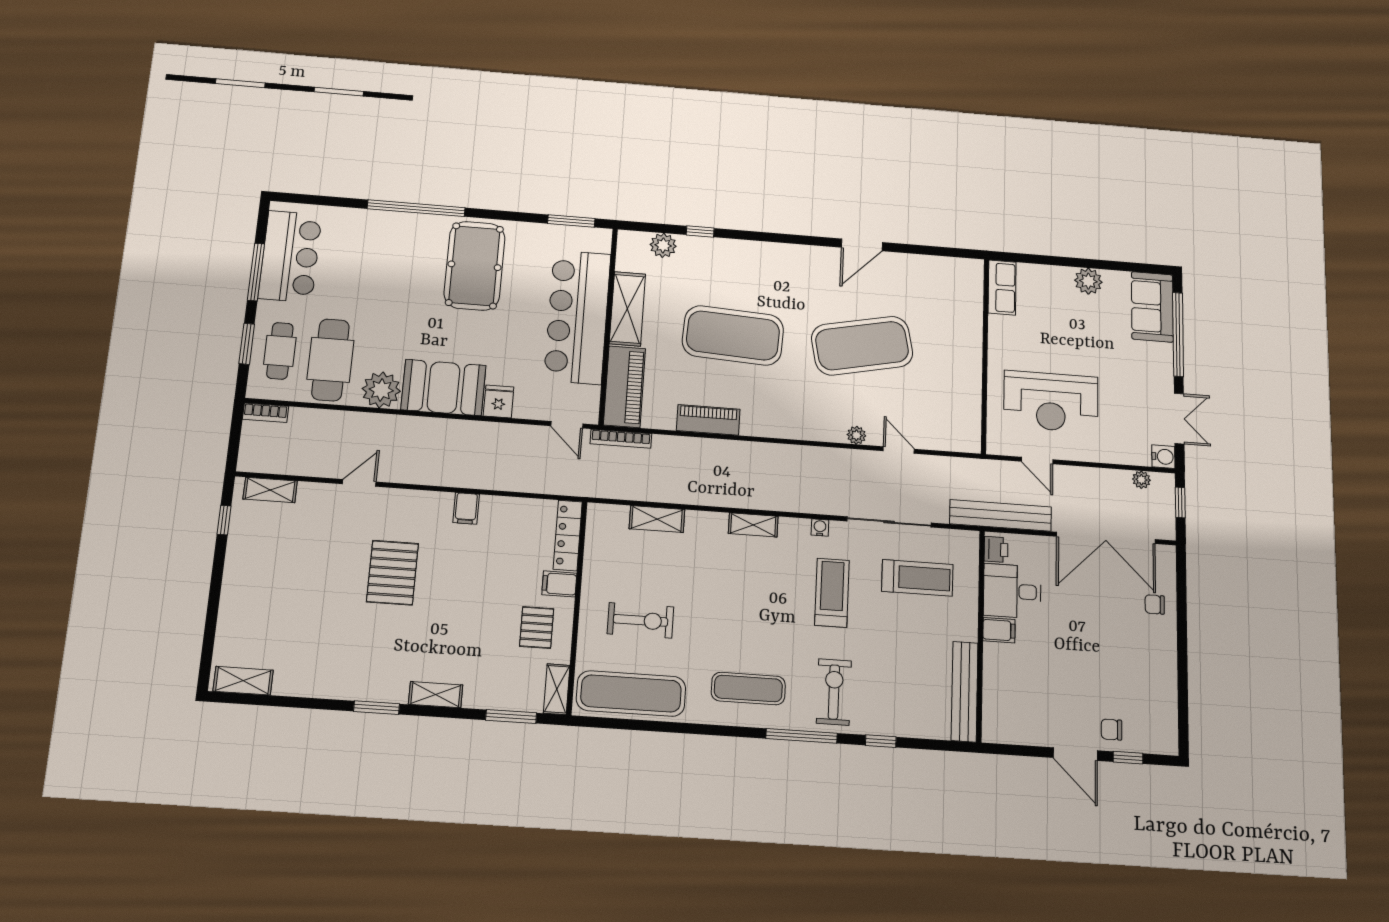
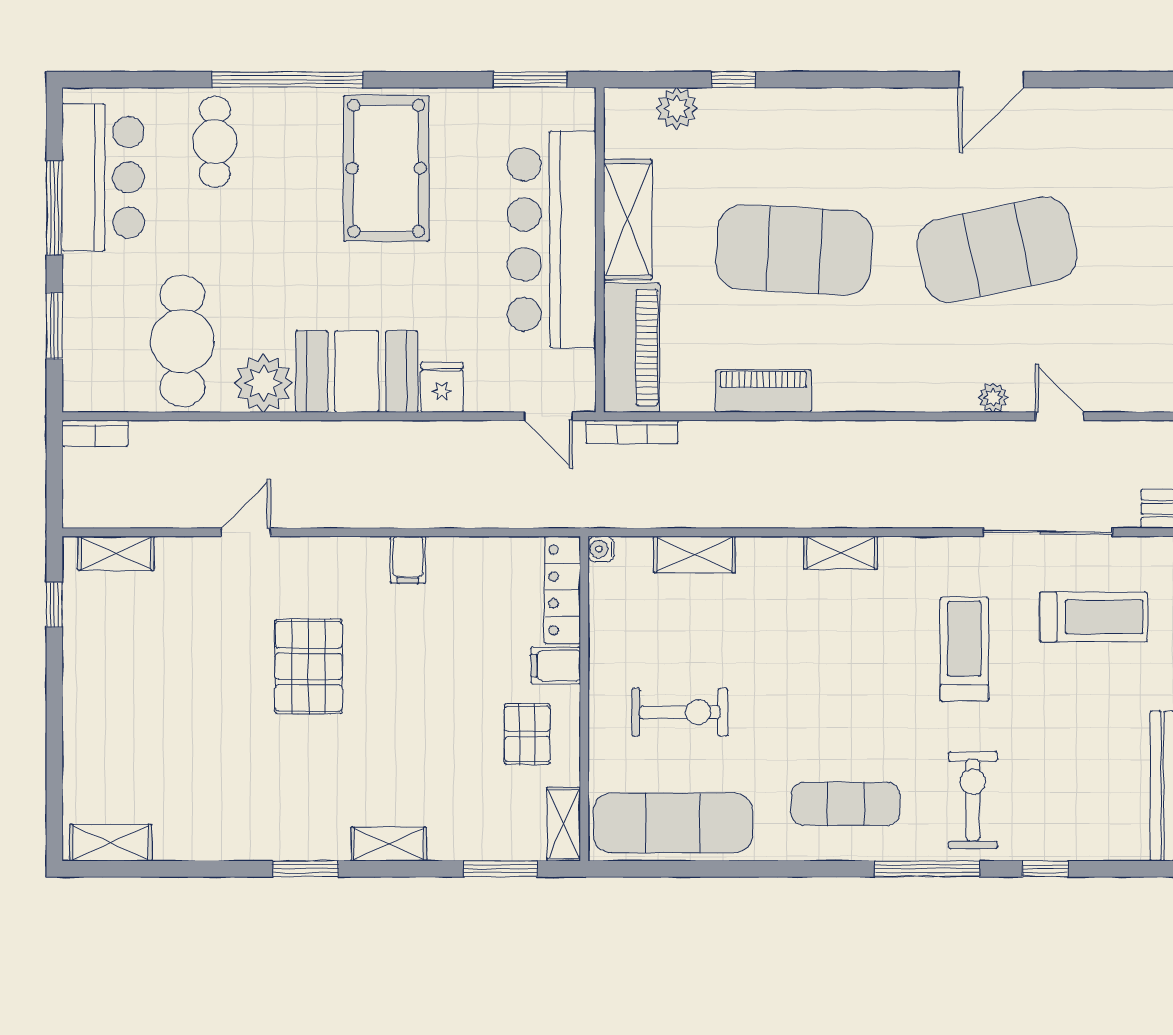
cafe table: (280, 351) -> (215, 142), moved
water cooler: (820, 528) -> (601, 549), moved, turned -90

